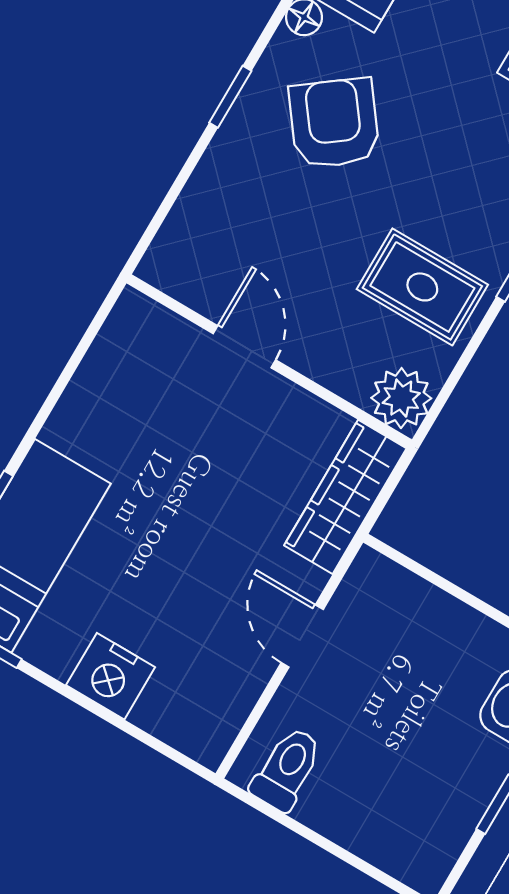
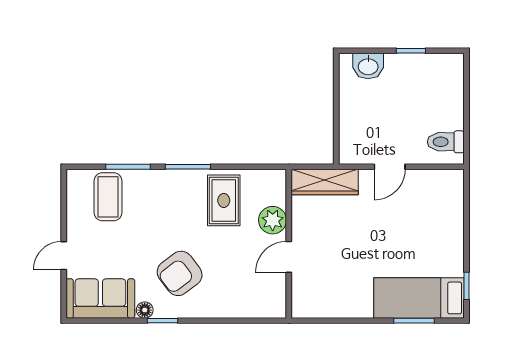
window: (230, 97) -> (163, 321), moved
plant: (401, 398) -> (273, 220), moved
nightstand: (111, 676) -> (450, 233), removed

